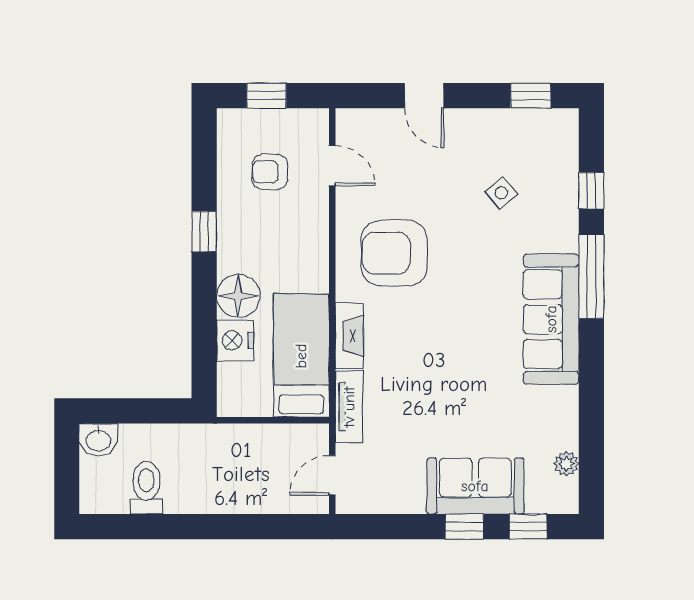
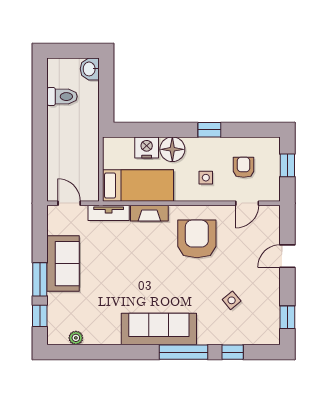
side table: (288, 238) -> (206, 178), added
sofa: (475, 486) -> (63, 264), moved
window: (465, 527) -> (40, 279), width x1.50

